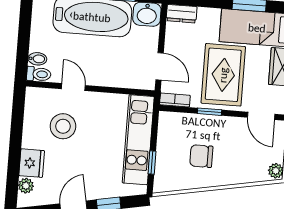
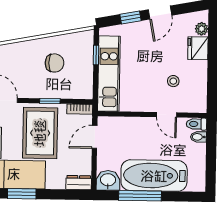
door: (160, 66) -> (95, 137), hinge flipped
stool: (63, 126) -> (173, 81), width x0.53, depth x0.53

